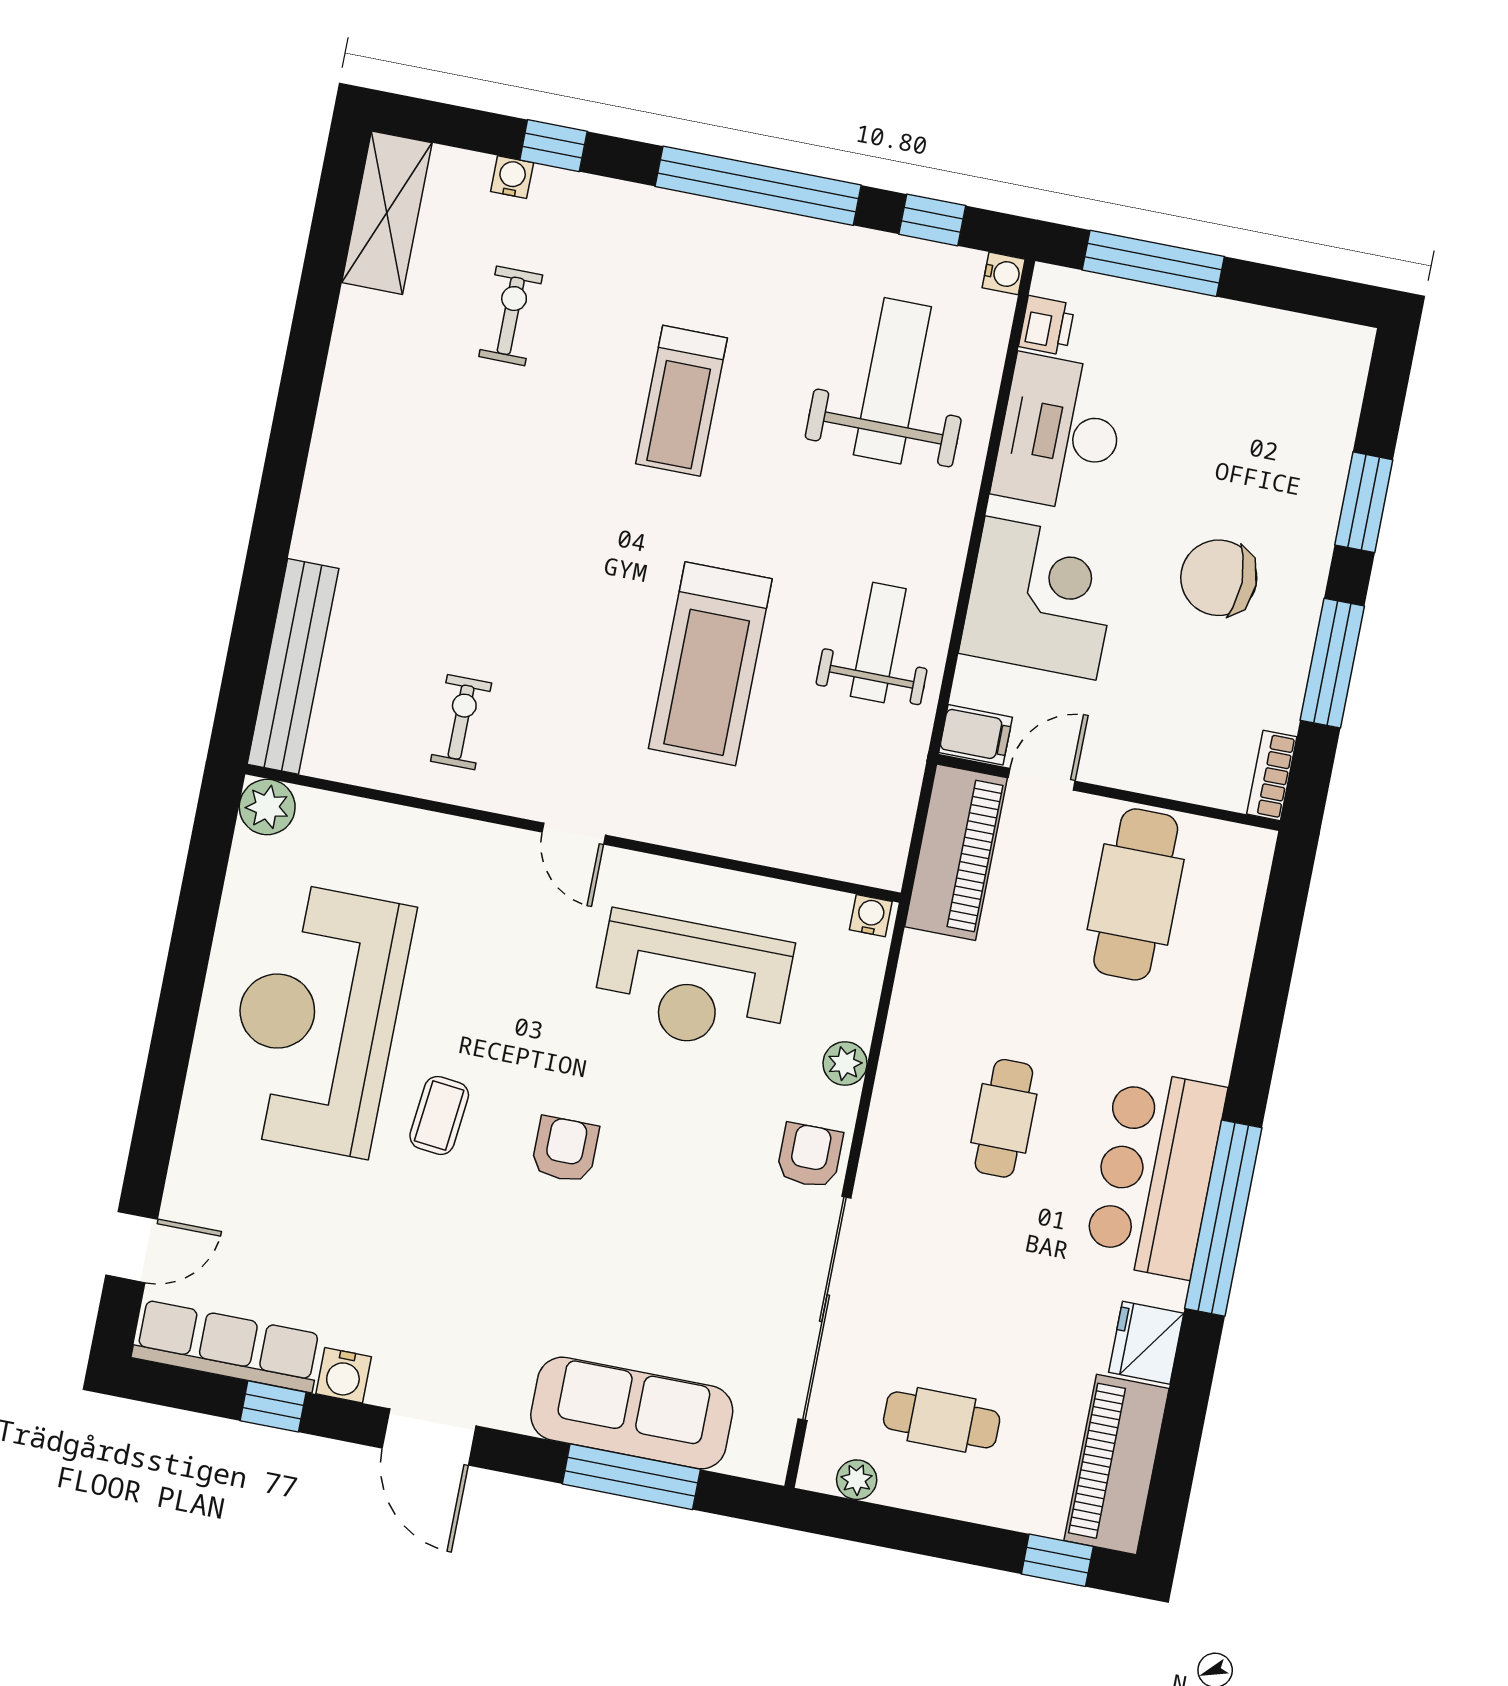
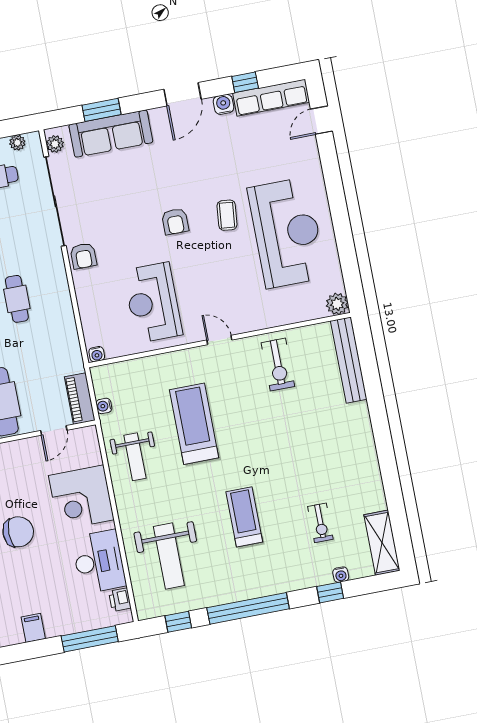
water cooler: (1004, 273) -> (104, 406), moved
exercise bike: (461, 722) -> (278, 365), width x1.38, depth x1.39
filing cabinet: (976, 735) -> (33, 628), moved, turned 90
piano: (956, 852) -> (80, 399), width x0.73, depth x0.75
reception desk: (693, 983) -> (153, 303), turned -90
plant: (845, 1063) -> (55, 144), moved
door: (429, 1437) -> (183, 94), swing flipped
window: (631, 1477) -> (101, 110), width x0.69

